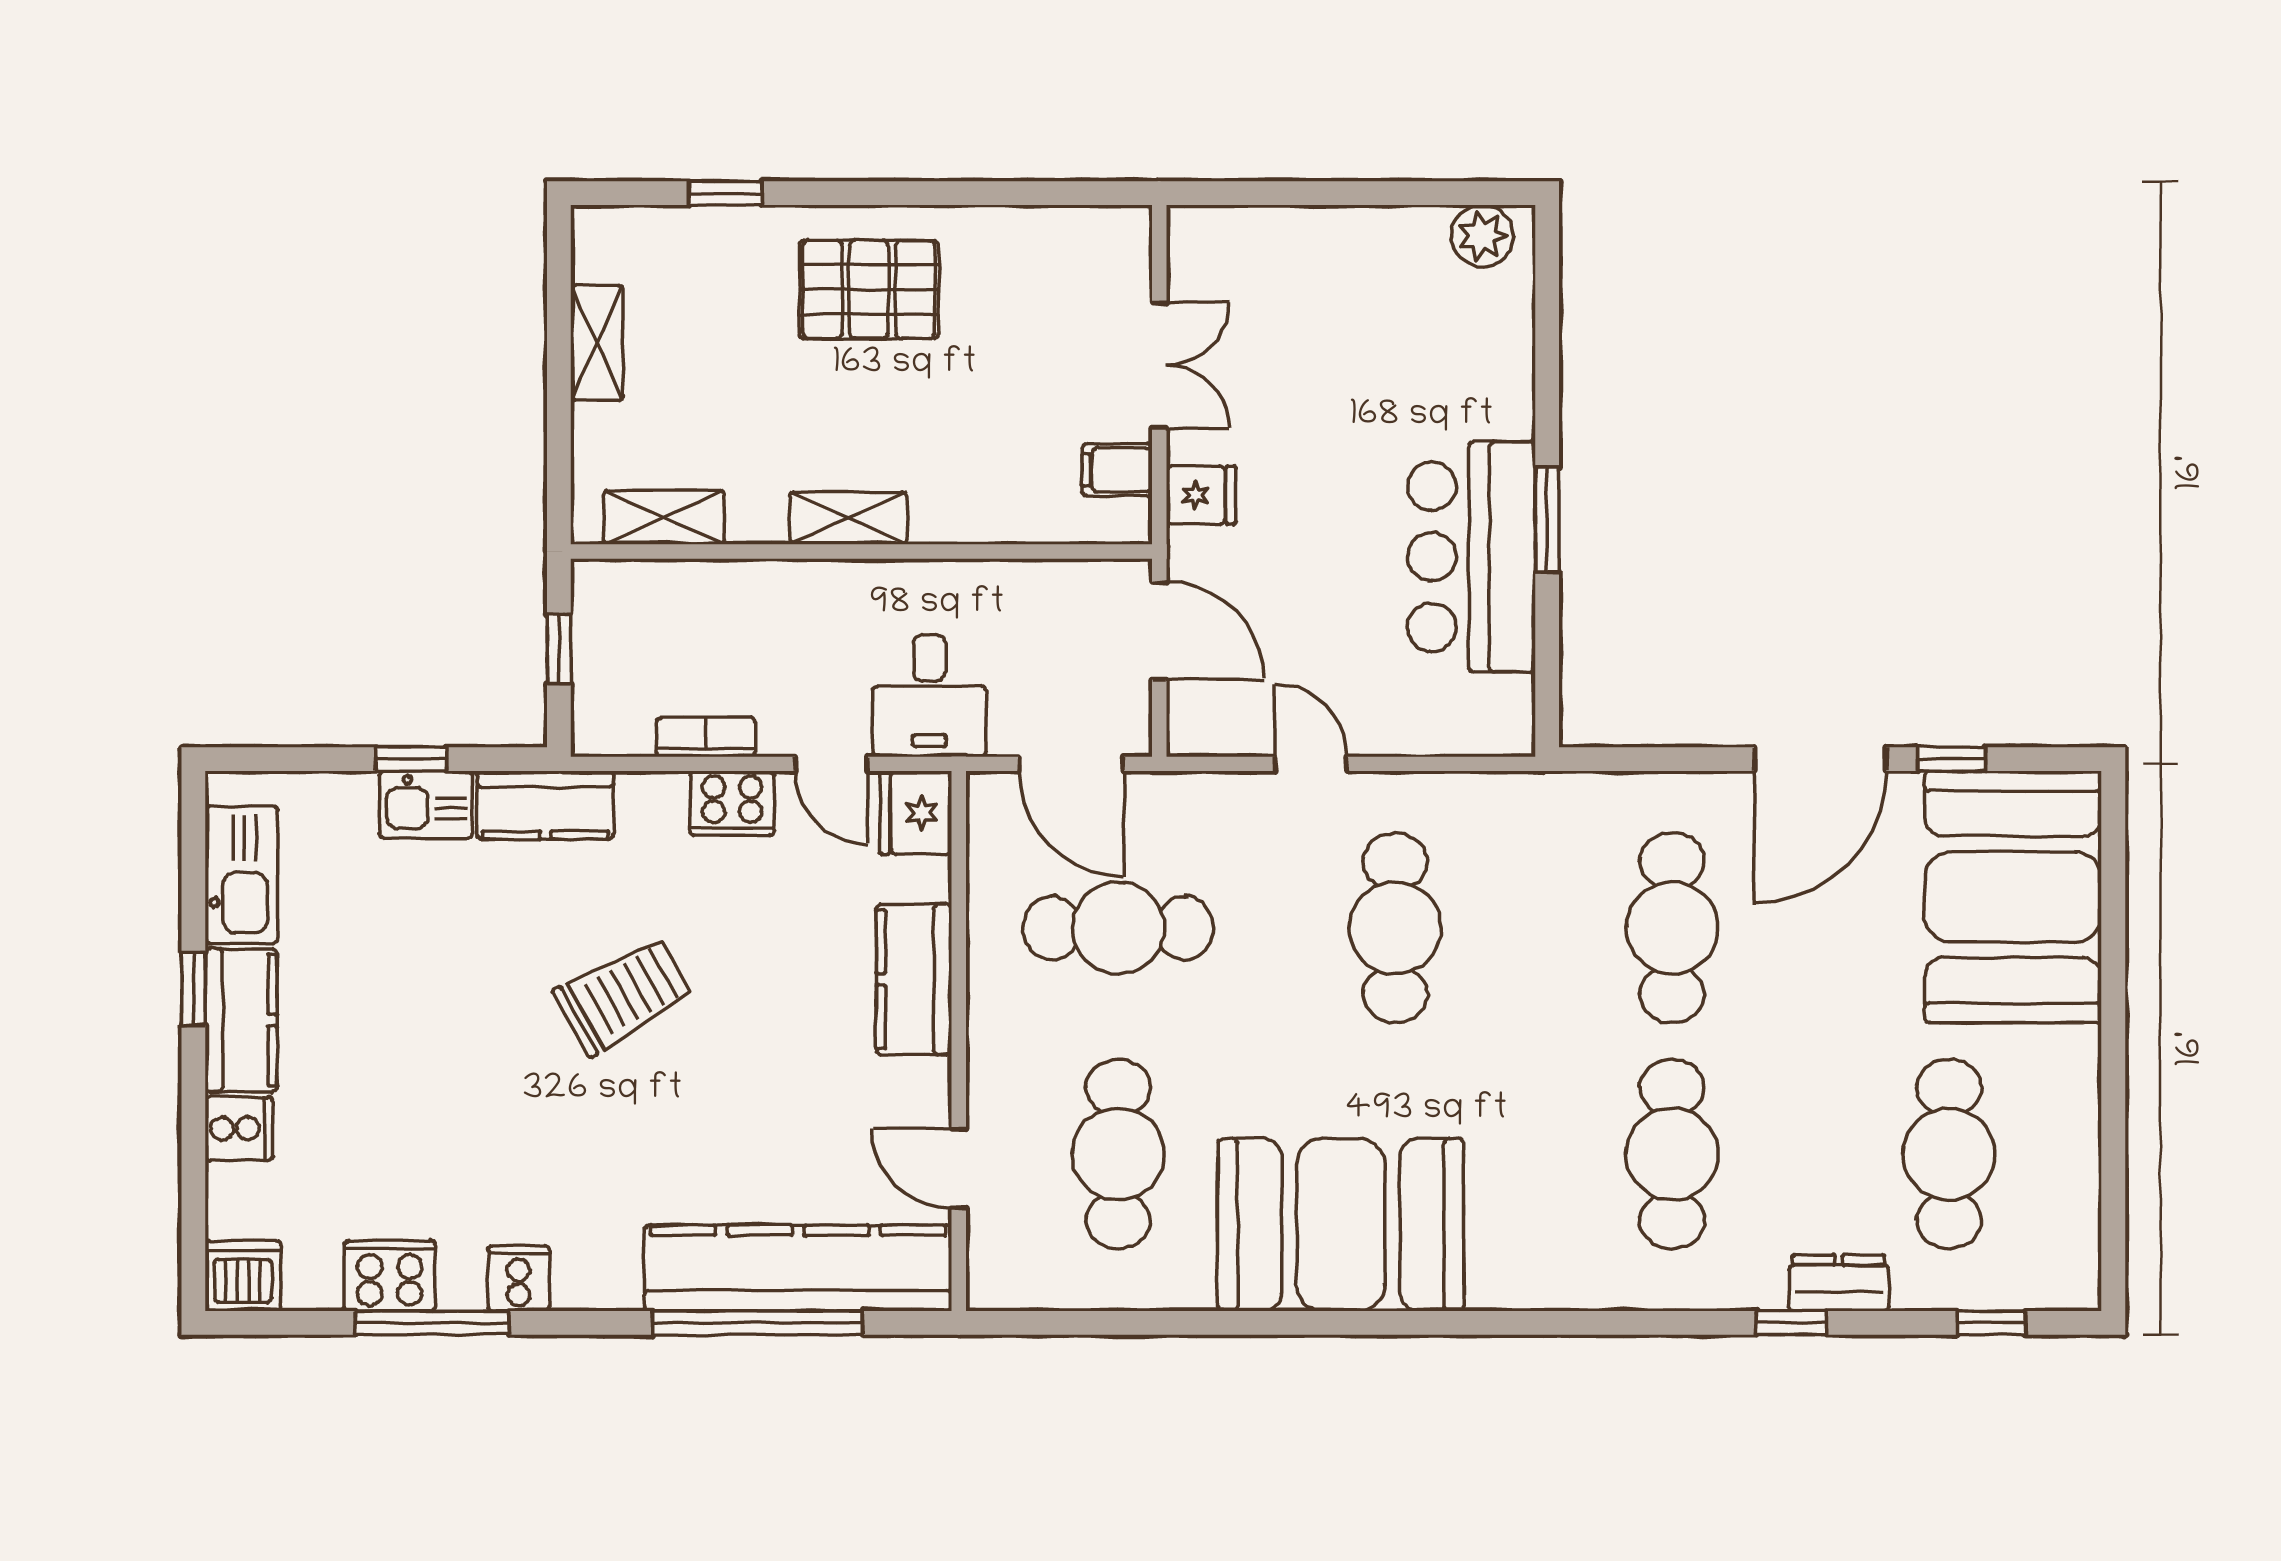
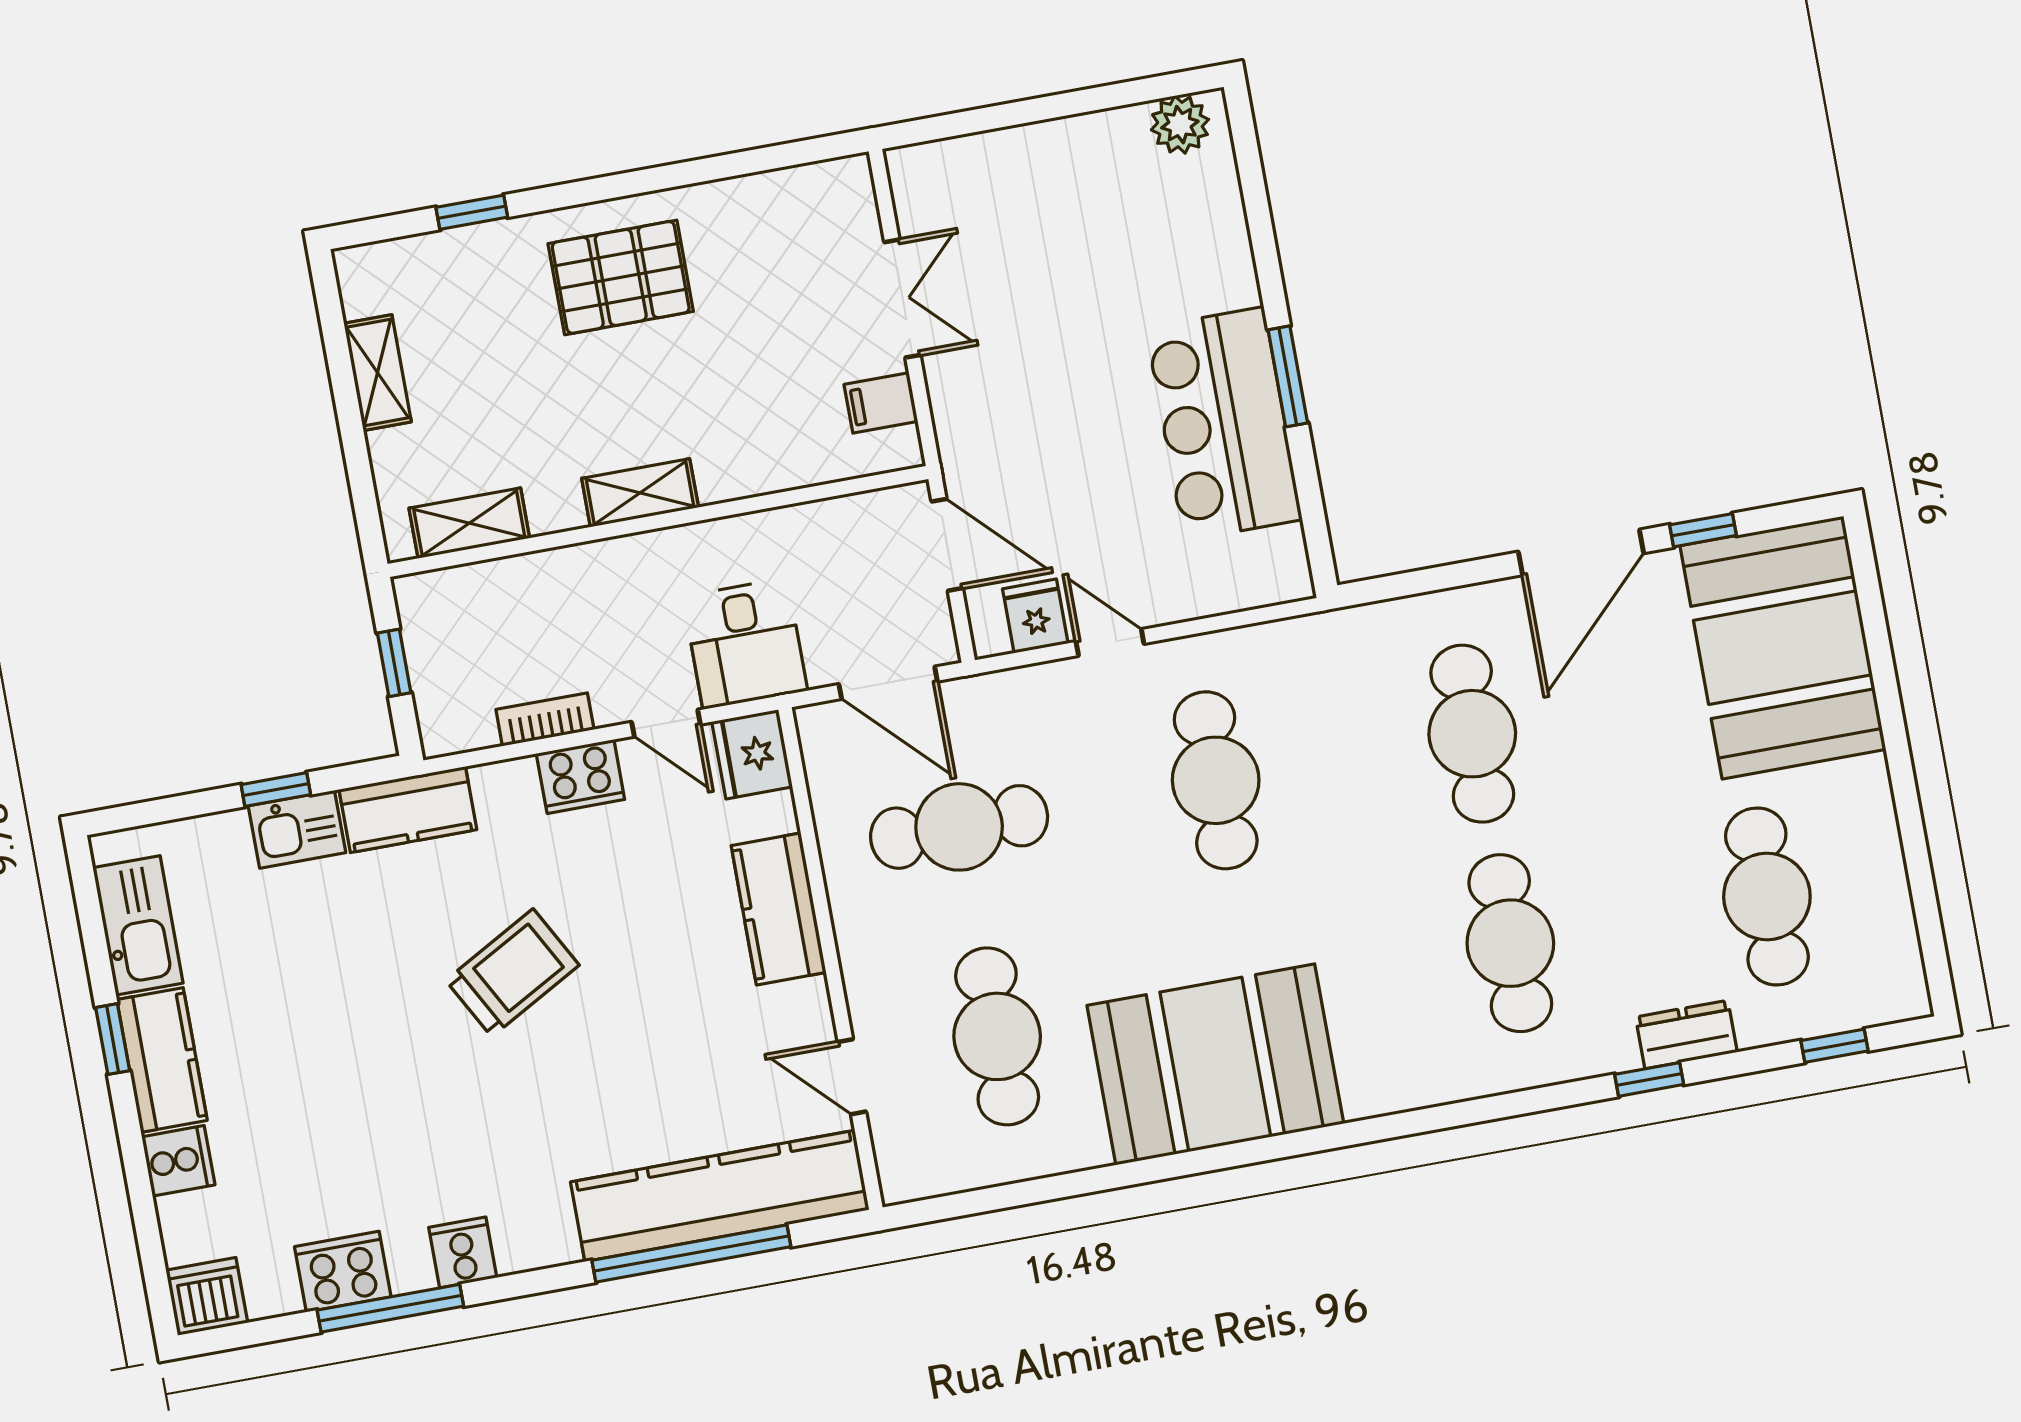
fridge: (1201, 495) -> (1035, 616), moved, turned -90

